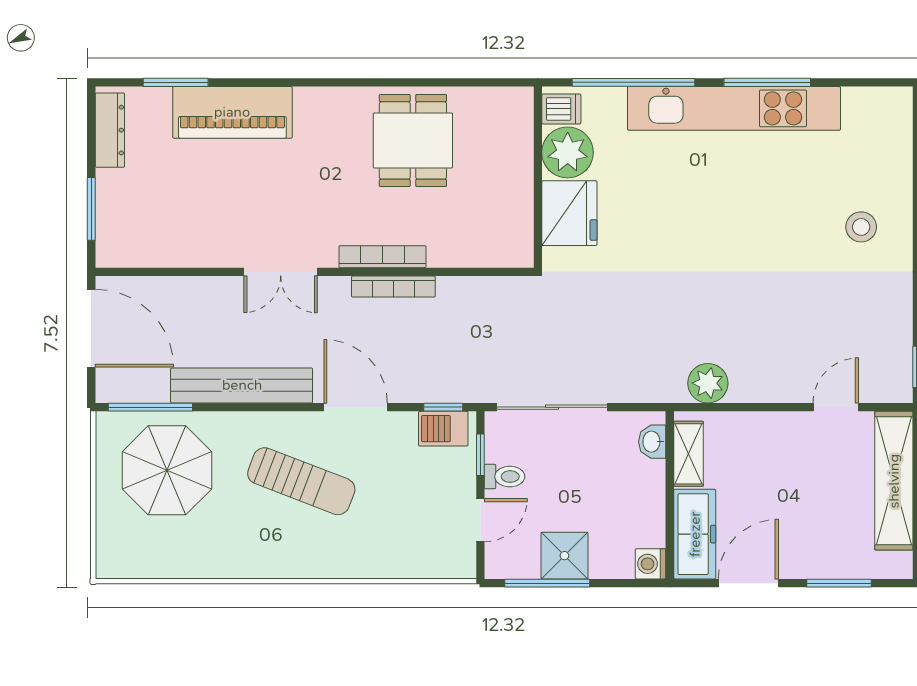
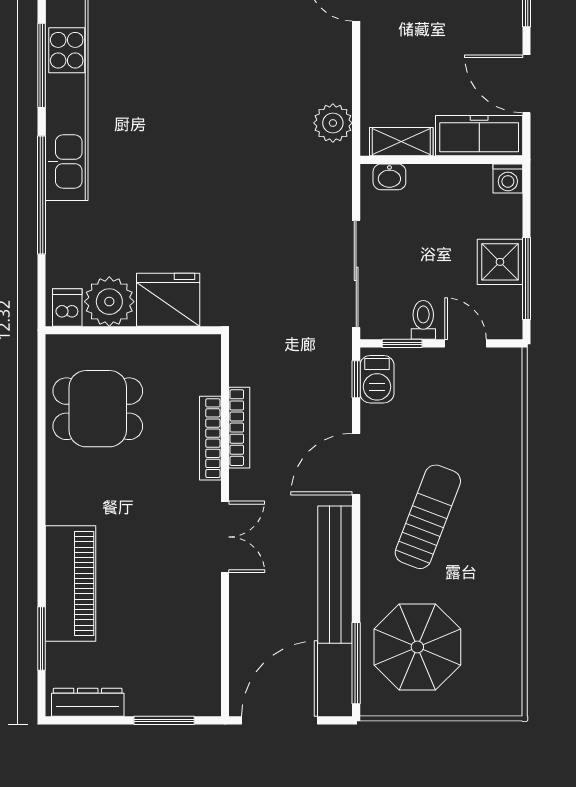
dishwasher: (561, 109) -> (67, 308), moved
plant: (568, 152) -> (109, 302), moved
wall: (538, 177) -> (133, 330), moved
fridge: (569, 213) -> (168, 300), moved

